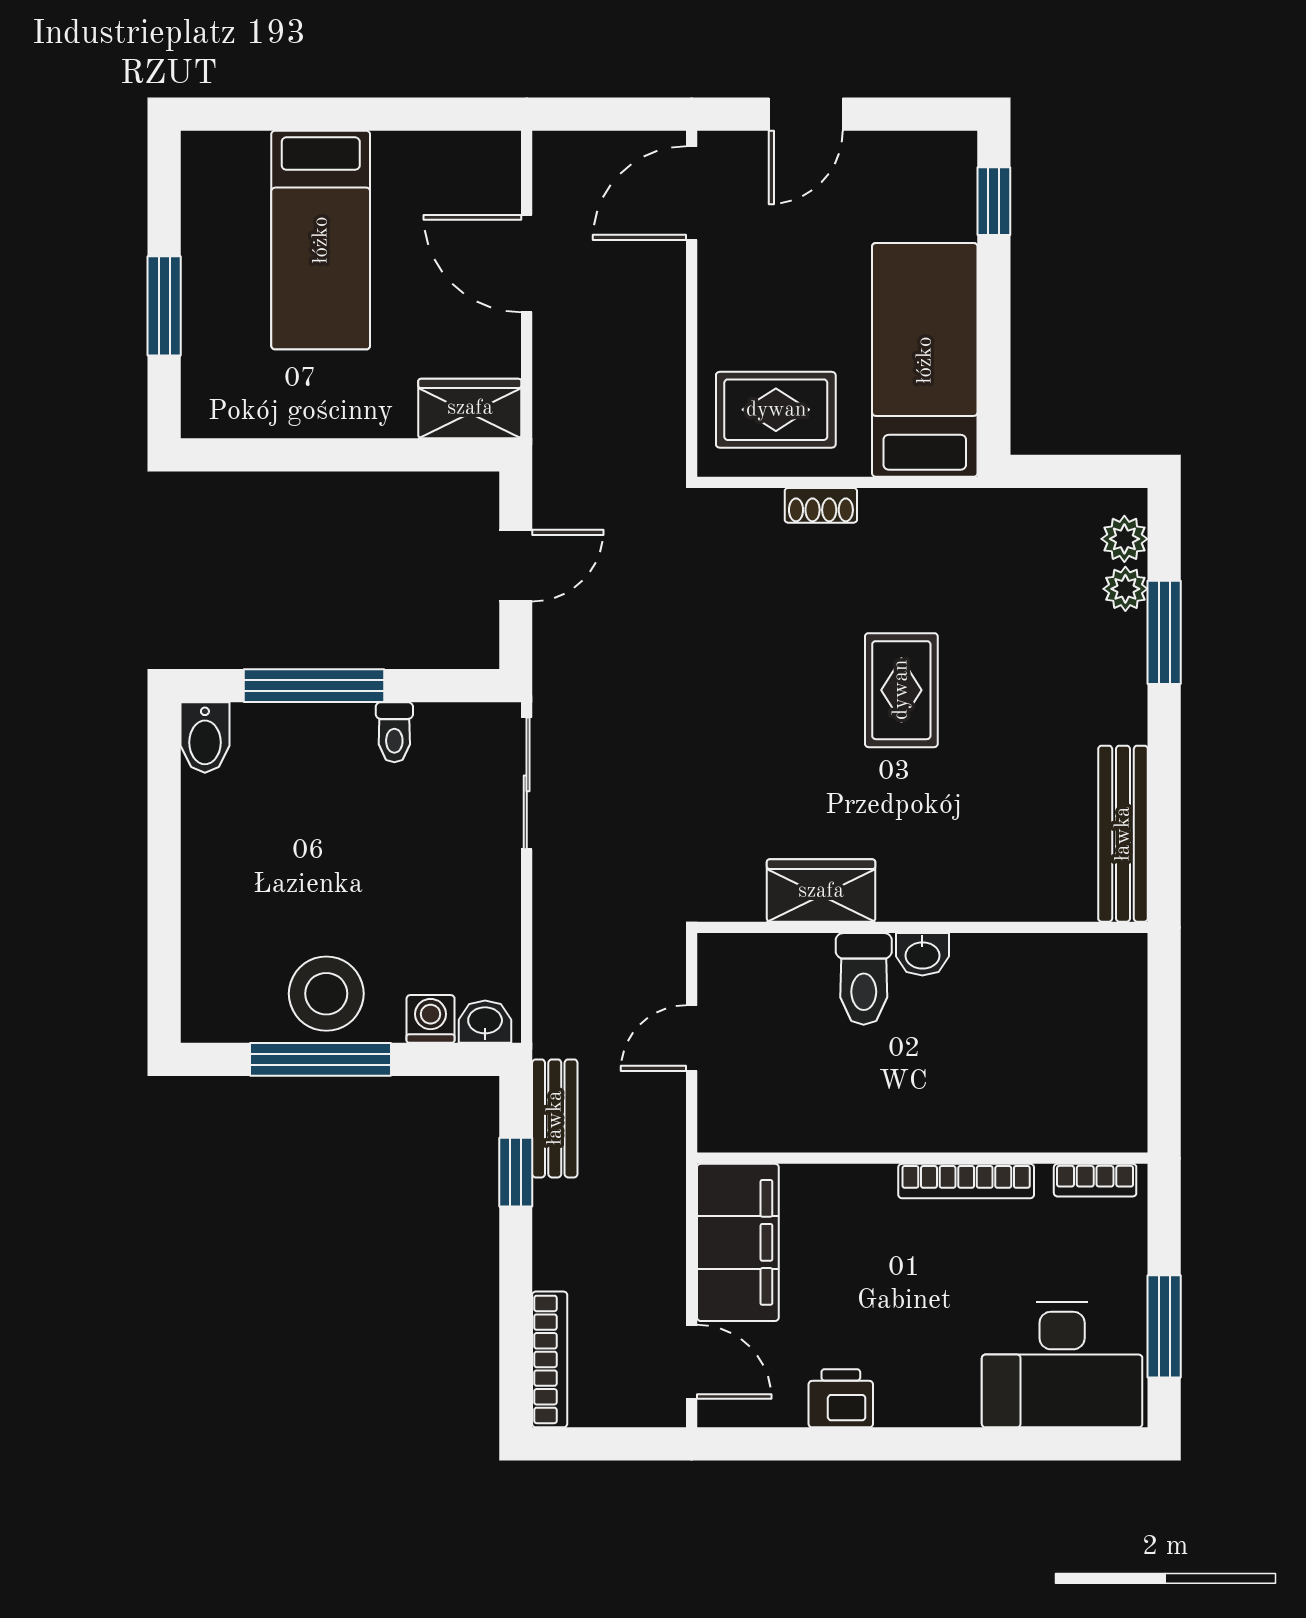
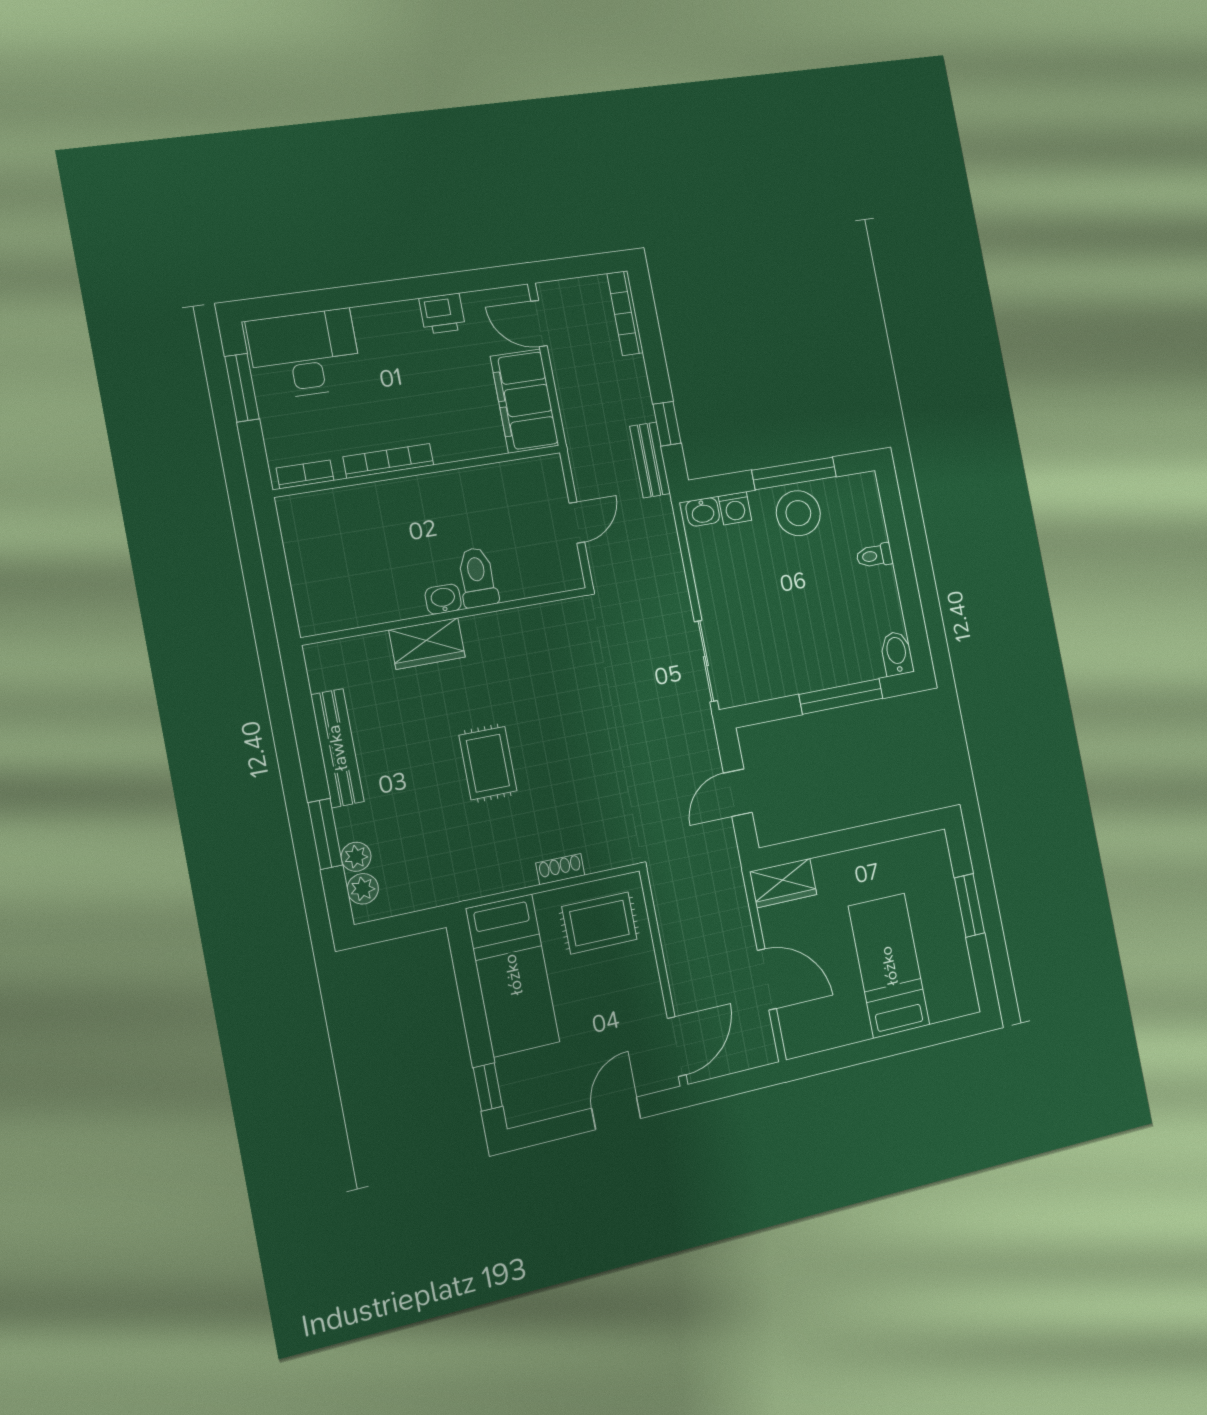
toilet: (394, 732) -> (874, 556), moved, turned -90
bench: (1123, 834) -> (337, 748), moved
wardrobe: (821, 891) -> (427, 644), moved

